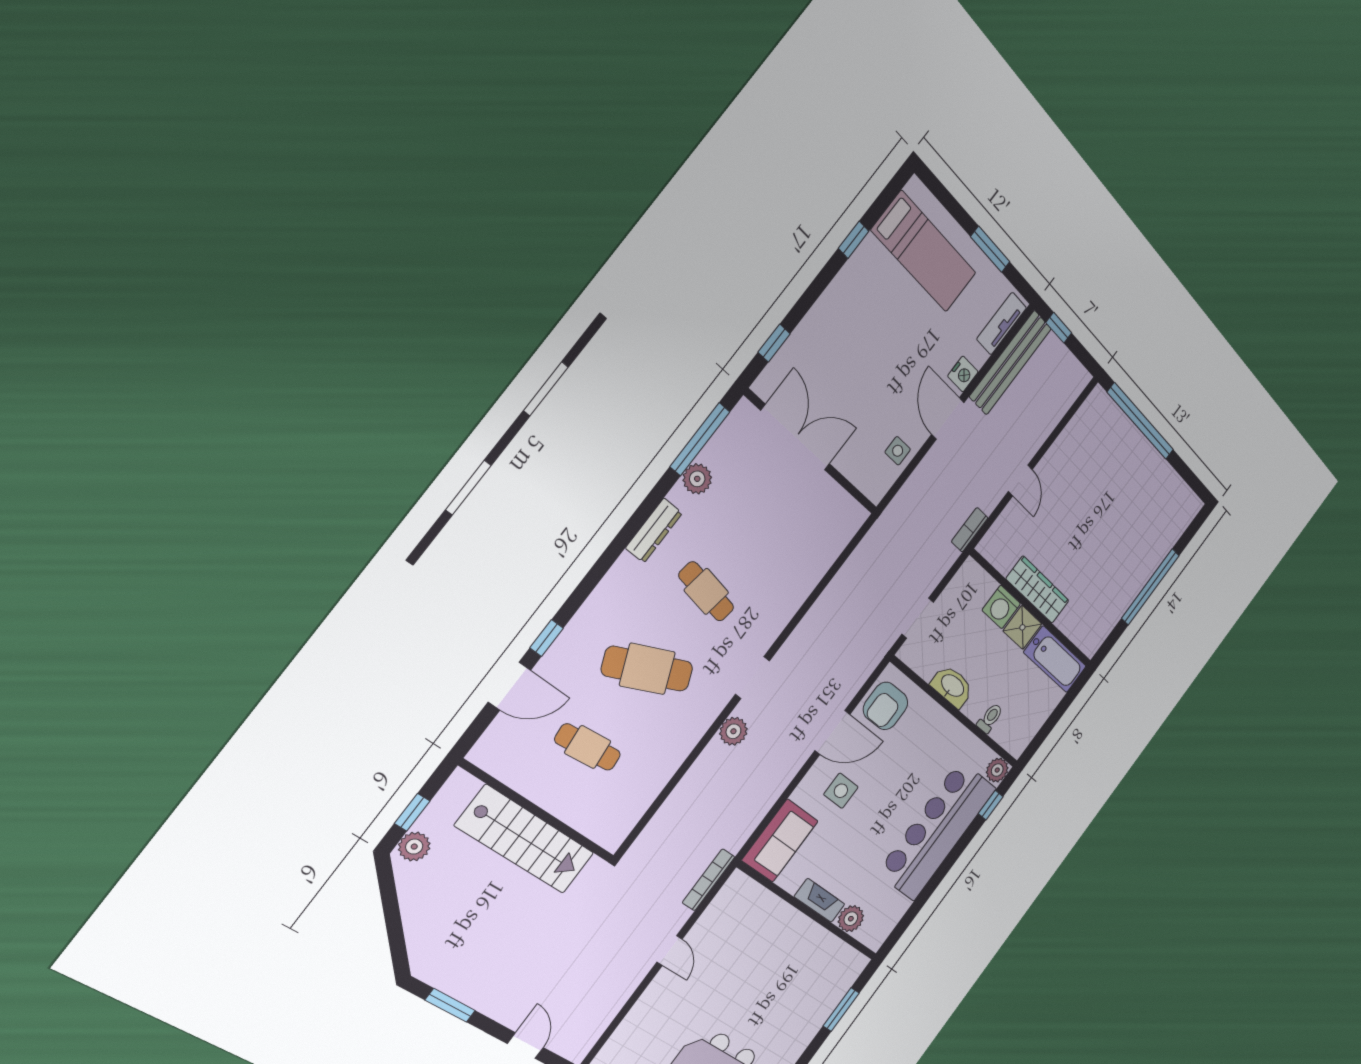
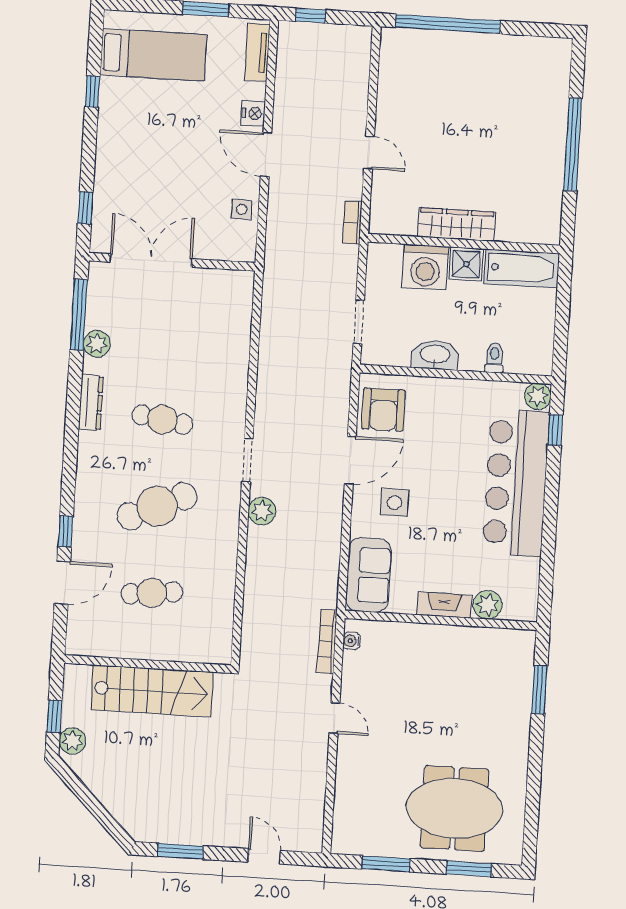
bench: (1010, 363) -> (288, 74), removed
washing machine: (1001, 607) -> (425, 267), width x1.37, depth x1.37
water cooler: (729, 890) -> (352, 641), added

